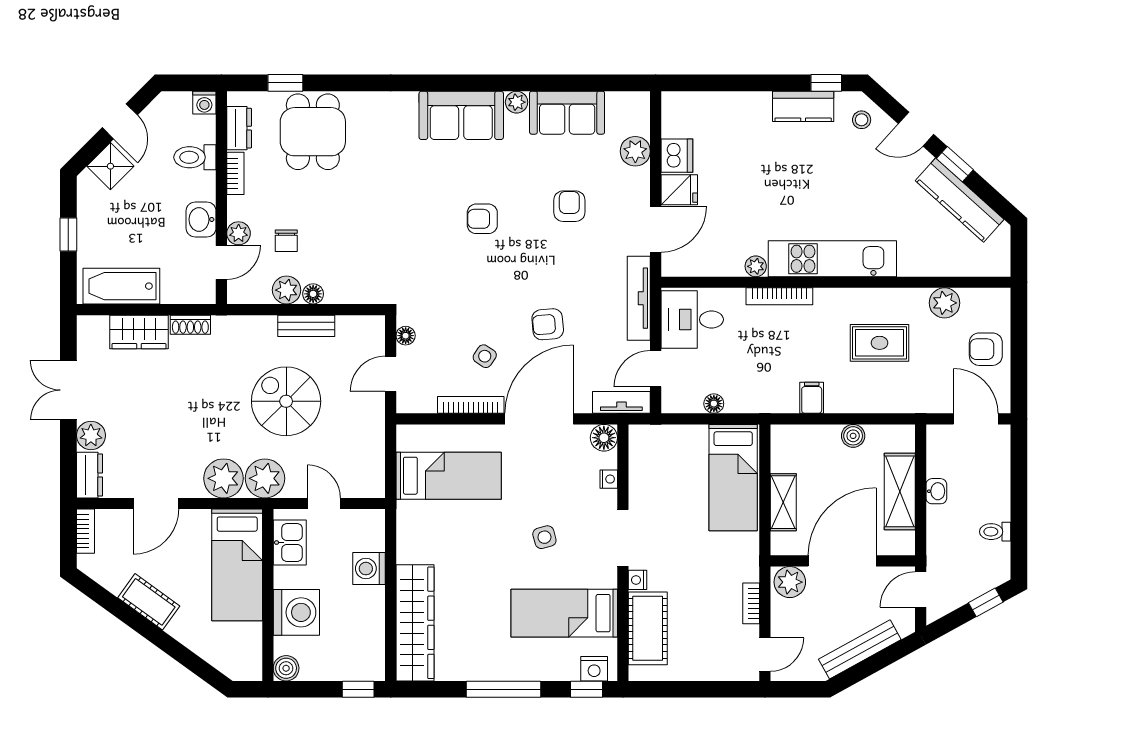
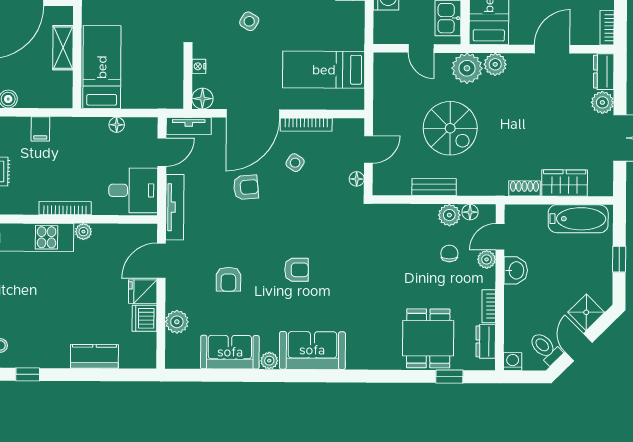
kitchen counter: (803, 106) -> (94, 356), moved
toilet: (195, 157) -> (545, 348), moved, turned -135
floor lamp: (313, 294) -> (470, 212), moved
plant: (223, 478) -> (495, 64), width x0.73, depth x0.73
side table: (544, 537) -> (249, 21), turned 45

